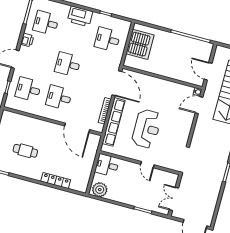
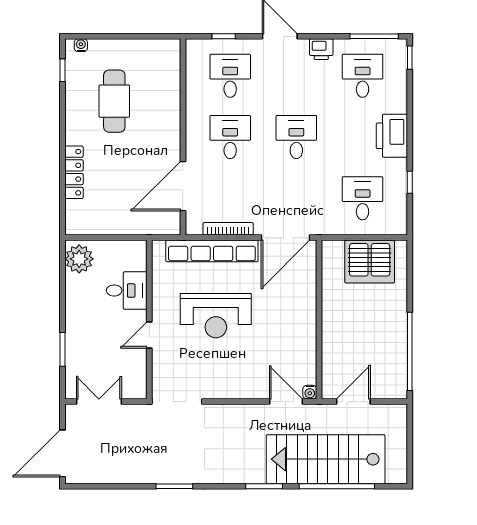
cafe table: (25, 151) -> (114, 101), width x1.37, depth x1.35
desk: (107, 165) -> (127, 290), moved, turned 90

